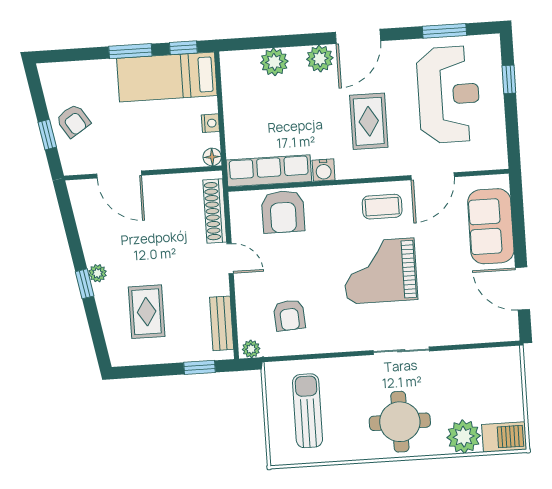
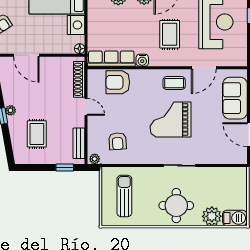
nightstand: (210, 123) -> (76, 25), width x1.89, depth x1.79
armchair: (283, 212) -> (118, 82), turned 90

